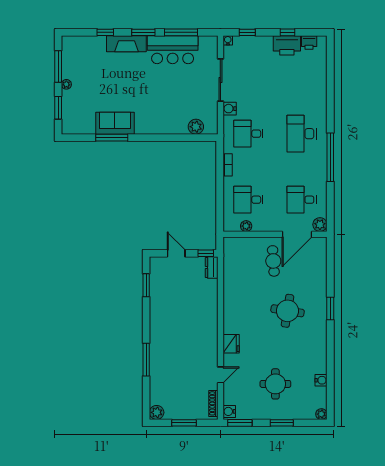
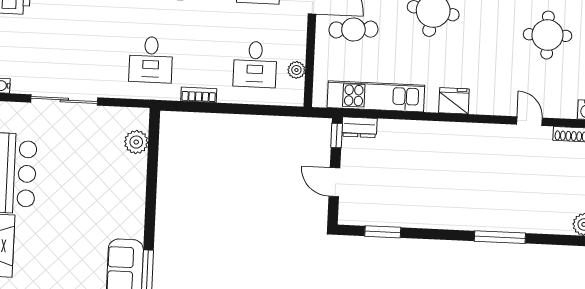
water cooler: (230, 109) -> (110, 88), removed
door: (176, 253) -> (334, 182), hinge flipped
kitchen unit: (232, 277) -> (376, 96), added
fridge: (231, 344) -> (454, 101), moved

